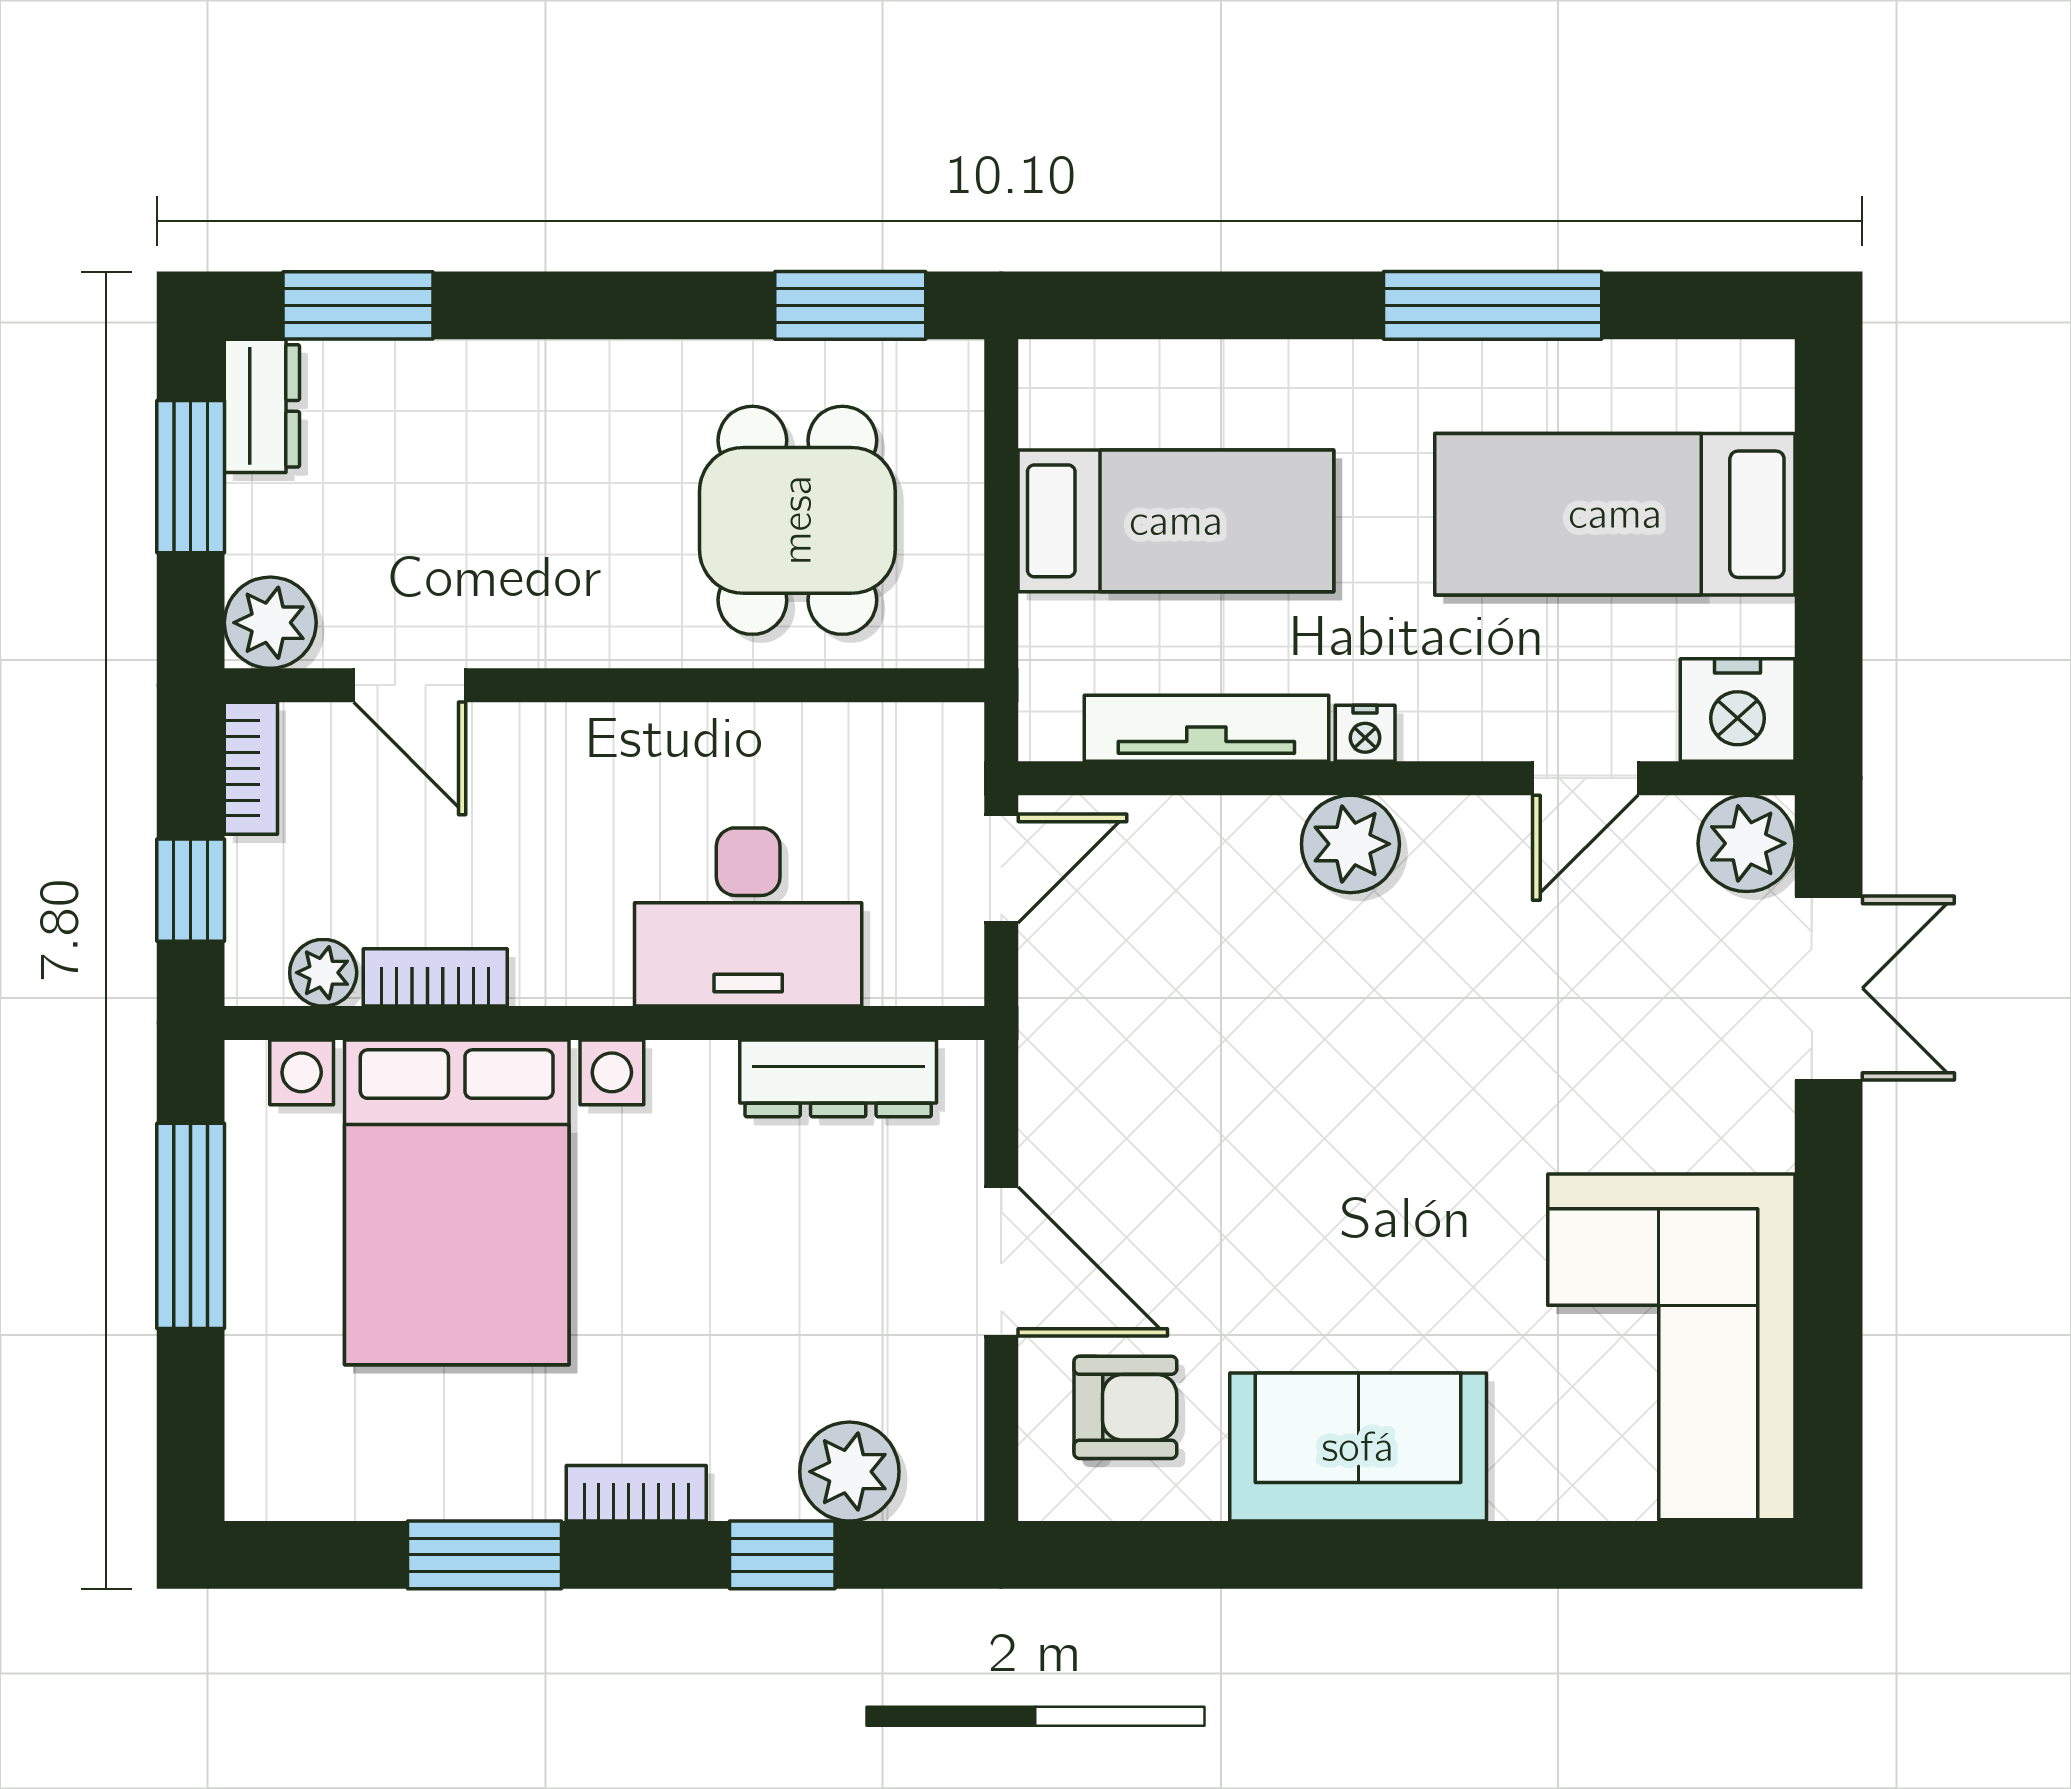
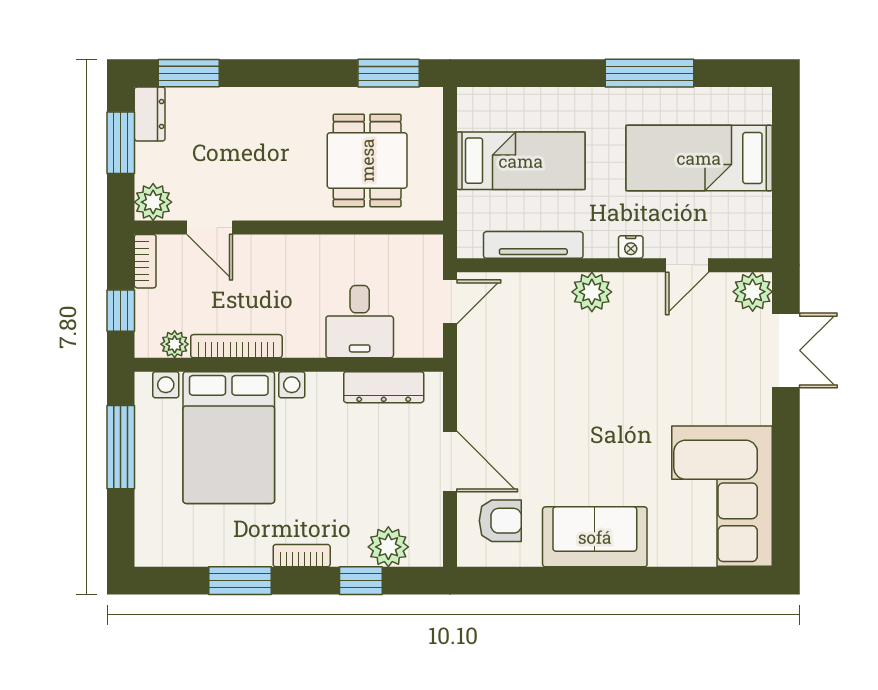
nightstand: (1738, 710) -> (749, 238), removed
nightstand: (1365, 733) -> (631, 247), moved
desk: (748, 917) -> (360, 322), width x0.73
bookcase: (435, 977) -> (236, 346), width x1.56

